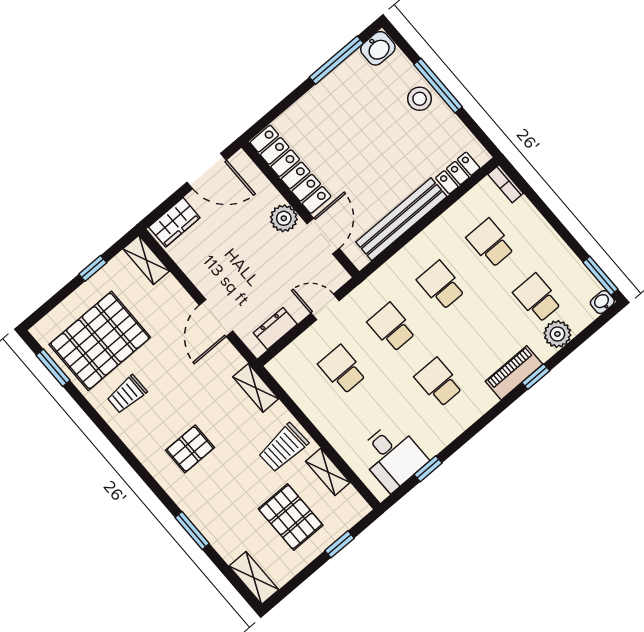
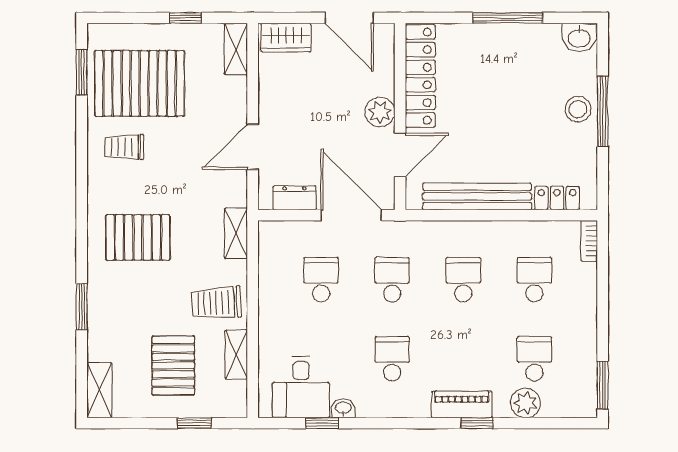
window: (336, 60) -> (508, 18), moved
washbasin: (602, 302) -> (343, 408), moved
door: (325, 307) -> (351, 215), width x1.87
pallet: (190, 449) -> (138, 237), width x1.50, depth x1.42

